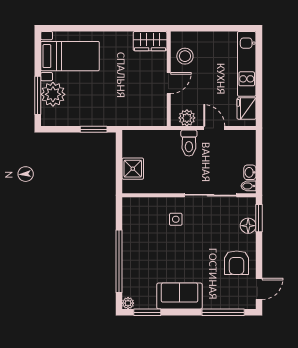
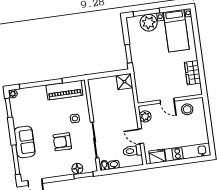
wardrobe: (150, 41) -> (193, 73), moved
door: (214, 128) -> (141, 136), swing flipped
toilet: (189, 143) -> (132, 151), moved
shower: (133, 169) -> (125, 82), moved
piano: (133, 229) -> (64, 90), added
armchair: (237, 263) -> (62, 142), moved
sofa: (180, 296) -> (25, 142), moved

